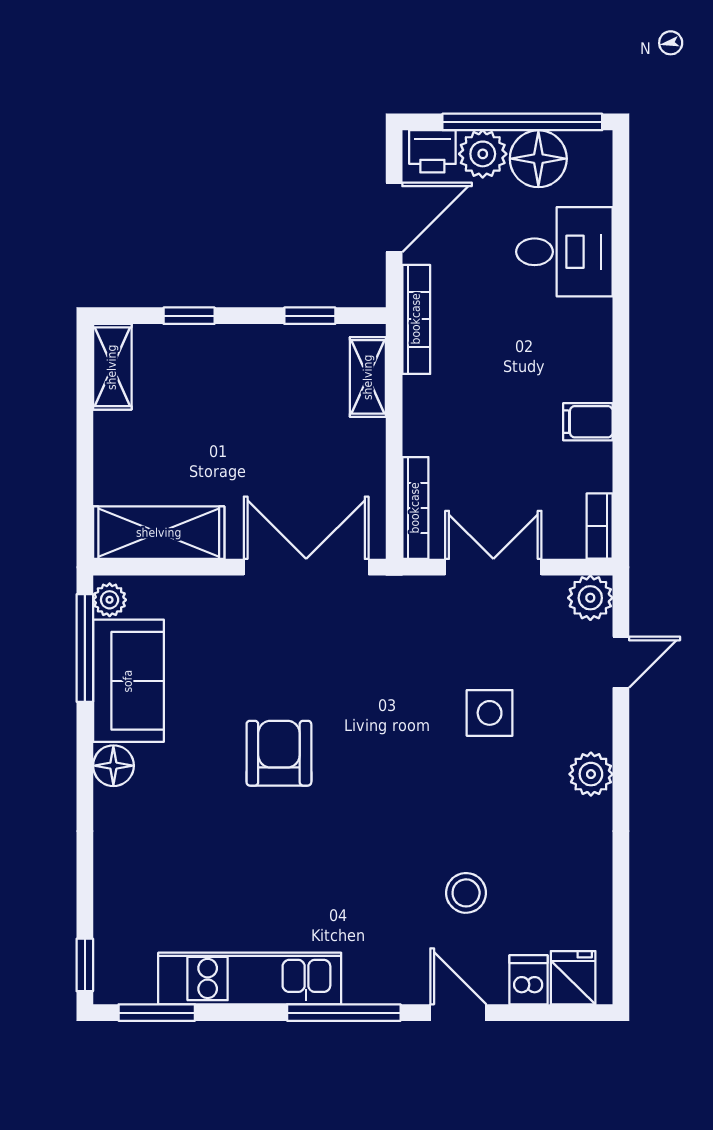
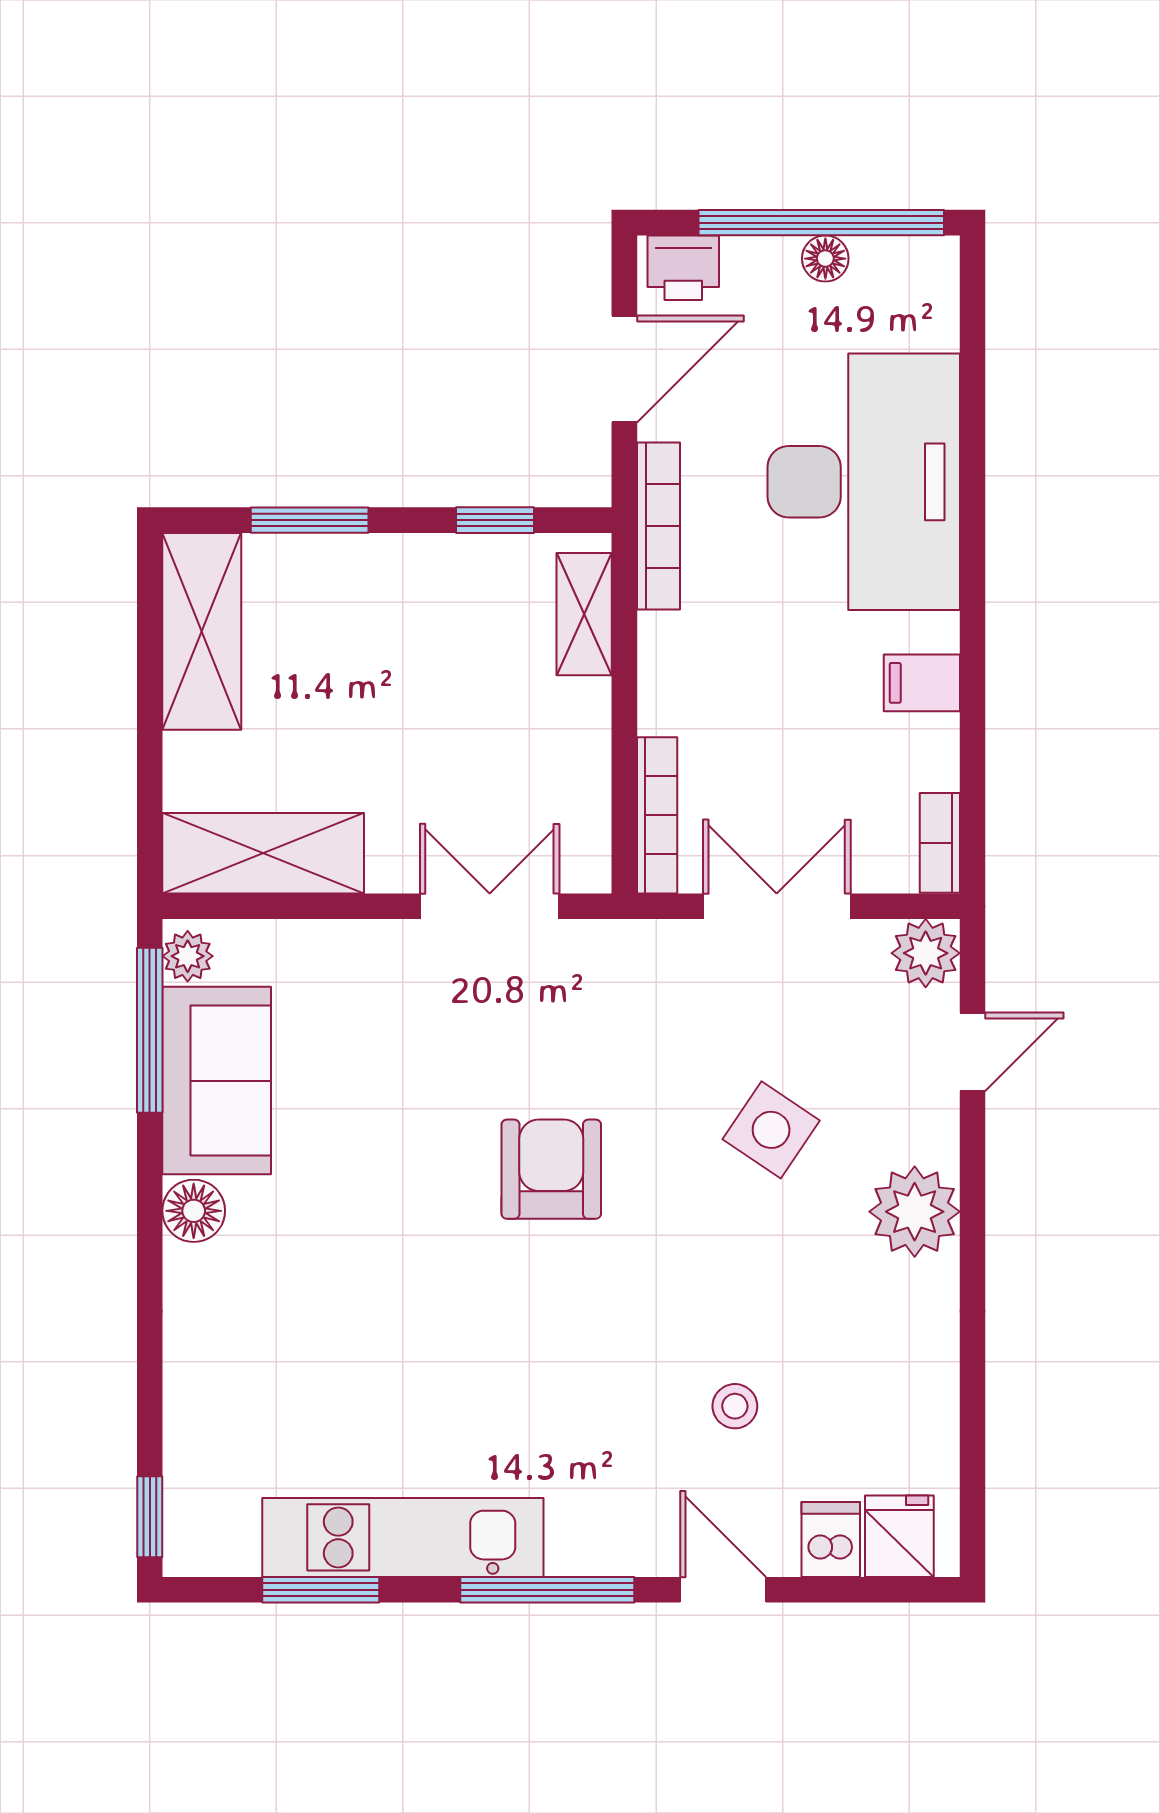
plant: (483, 154) -> (761, 272), removed
floor lamp: (538, 159) -> (825, 259), width x0.53, depth x0.53
desk: (564, 252) -> (864, 482), width x1.87, depth x1.30
window: (189, 316) -> (310, 520), width x1.50
shelving: (112, 367) -> (202, 631), width x1.50, depth x1.33
double door: (306, 567) -> (490, 906), width x0.73
side table: (490, 713) -> (771, 1130), turned 34
armchair: (279, 753) -> (551, 1169), moved
plant: (591, 774) -> (915, 1212), width x1.36, depth x1.36
stool: (466, 893) -> (735, 1406), width x0.73, depth x0.73
window: (157, 1013) -> (321, 1590), moved

